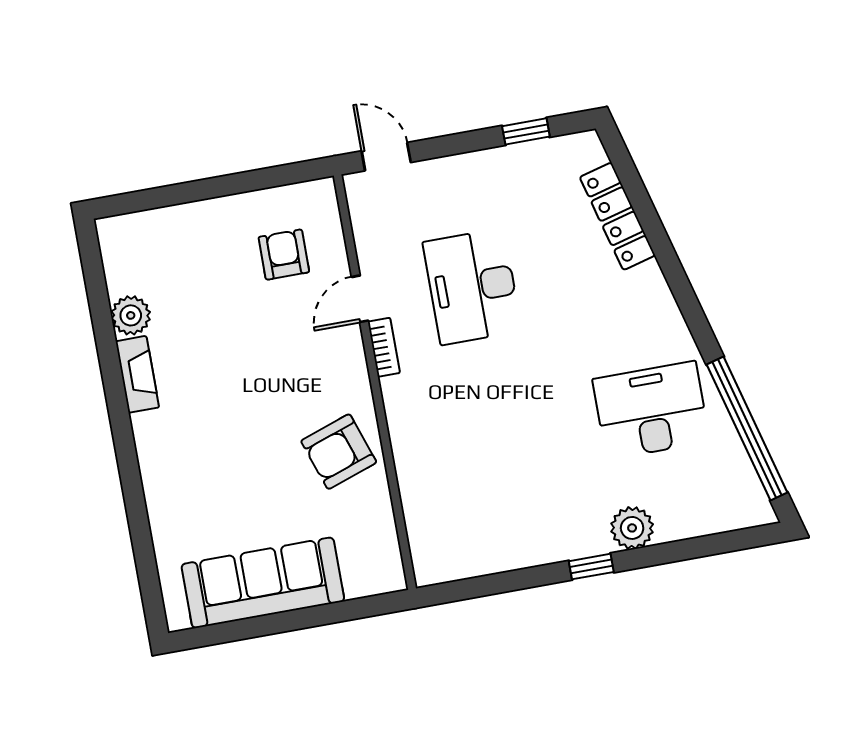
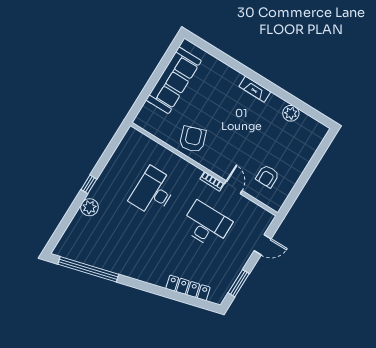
window: (526, 131) -> (239, 283), width x1.50
door: (386, 157) -> (263, 245), moved
armchair: (284, 255) -> (267, 176), turned 90
fireplace: (137, 374) -> (255, 89), moved
desk: (651, 410) -> (153, 192), moved, turned 180

